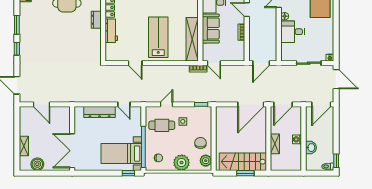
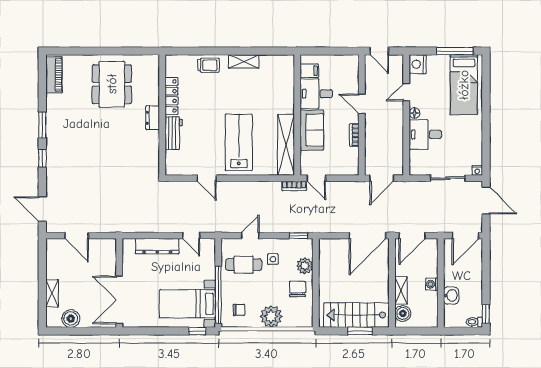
boiler: (276, 160) -> (403, 313), added
plant: (206, 161) -> (305, 266), moved

